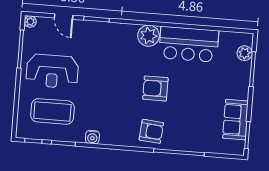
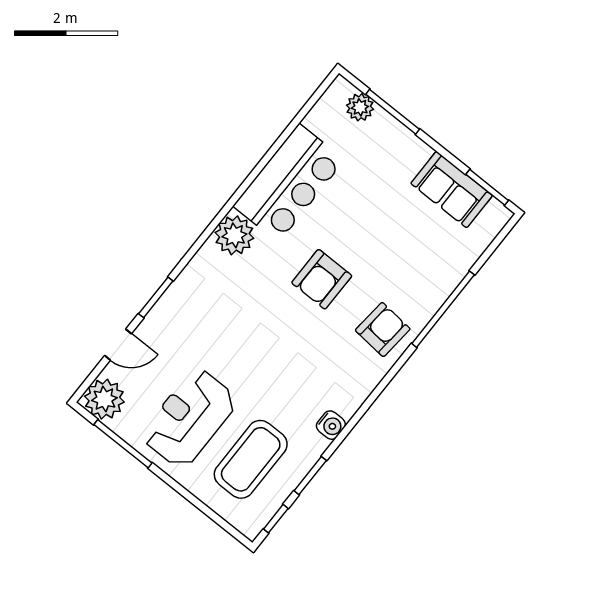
plant: (30, 22) -> (104, 399), width x1.87, depth x1.87
reception desk: (52, 71) -> (189, 418), turned 180

